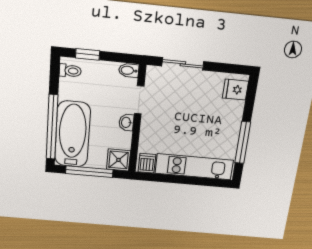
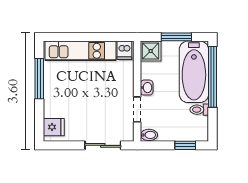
toilet: (70, 71) -> (199, 110), moved
window: (89, 172) -> (176, 37), width x0.69

